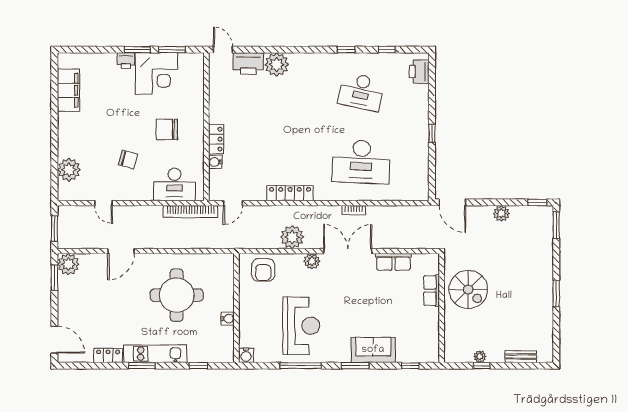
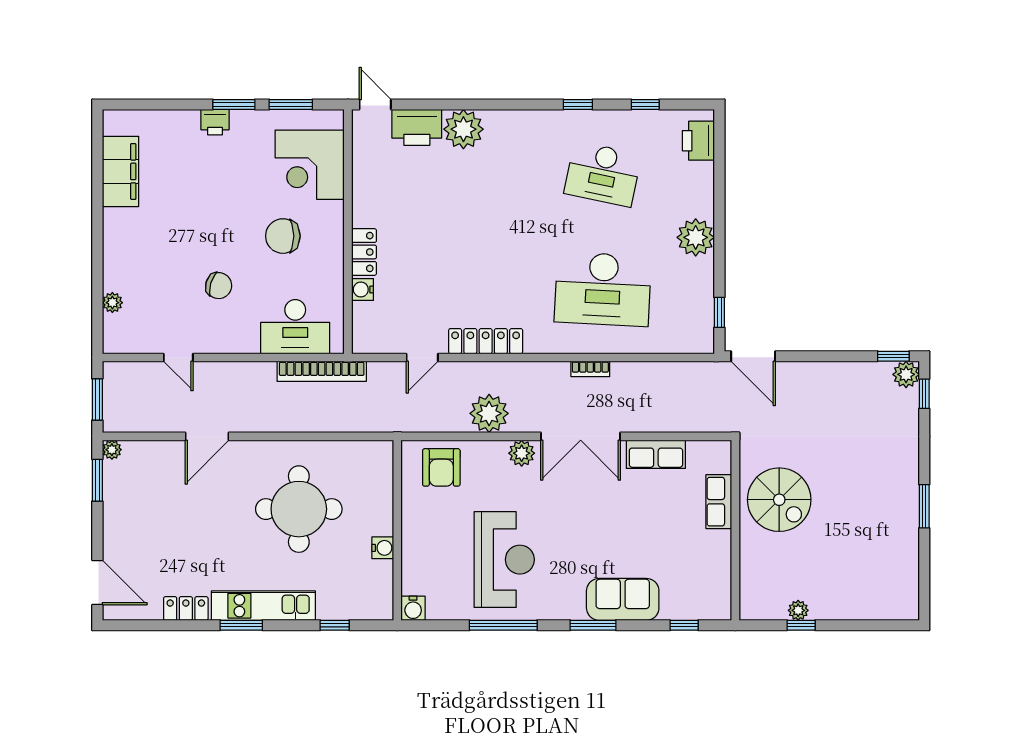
corner desk: (157, 74) -> (310, 165), moved, turned 90
plant: (418, 130) -> (696, 237), added
window: (432, 133) -> (719, 312), moved
plant: (69, 170) -> (112, 303), width x0.53, depth x0.53
door: (233, 203) -> (422, 357), moved
plant: (501, 213) -> (906, 374), moved
window: (556, 225) -> (924, 394), width x0.67
double door: (348, 251) -> (581, 436), swing flipped
plant: (68, 264) -> (112, 450), width x0.53, depth x0.53
bench: (521, 357) -> (866, 610), removed

